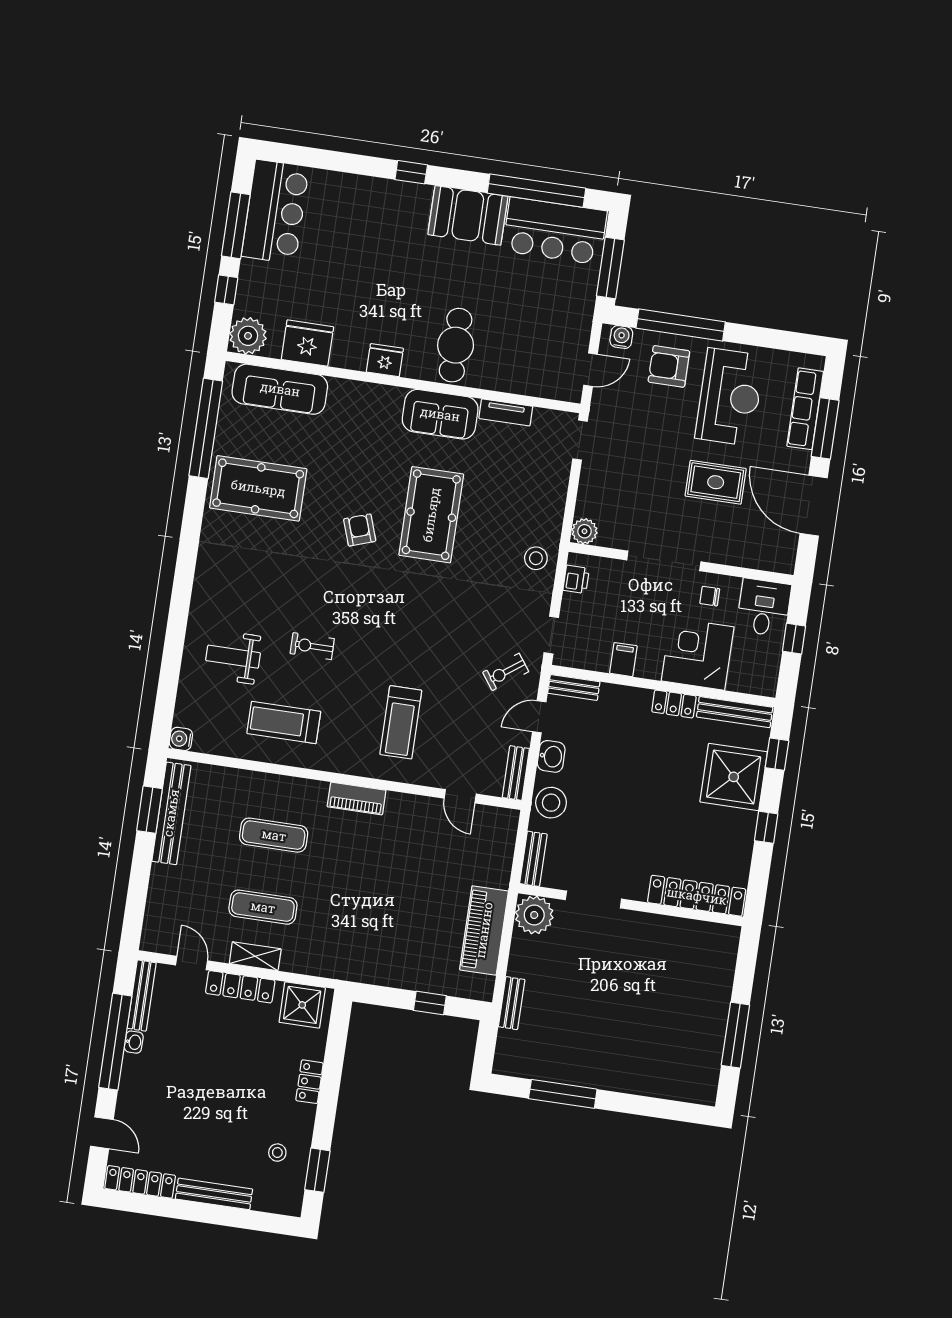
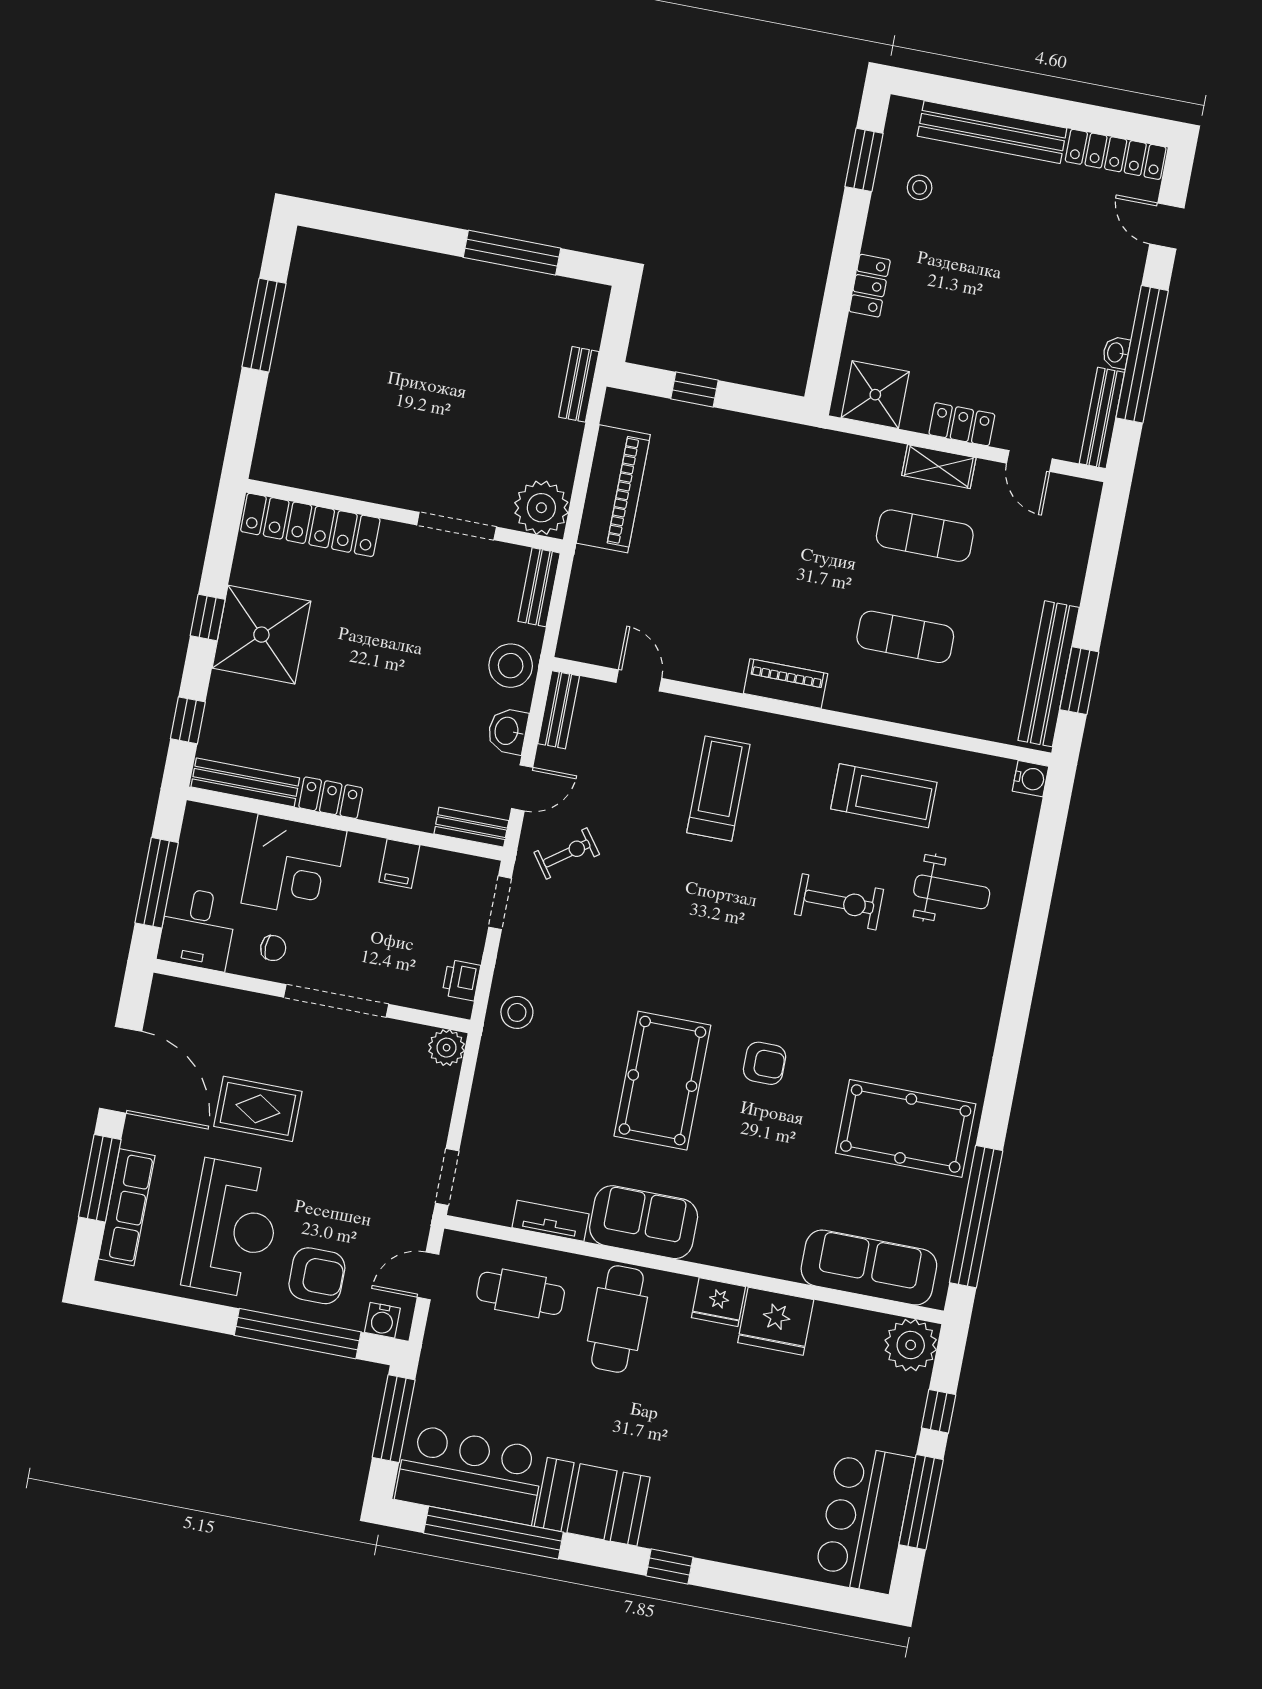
fridge: (307, 343) -> (776, 1321), moved
cafe table: (525, 360) -> (521, 1293), added
reception desk: (730, 397) -> (233, 1229), turned 180
armchair: (360, 530) -> (765, 1063), turned -71
window: (794, 639) -> (157, 883), width x2.17
exercise bike: (312, 646) -> (839, 902), width x1.38, depth x1.39
shower: (734, 777) -> (261, 635), moved
locker: (240, 987) -> (962, 424), width x0.66
bench: (214, 1194) -> (992, 132), width x1.37, depth x1.21

